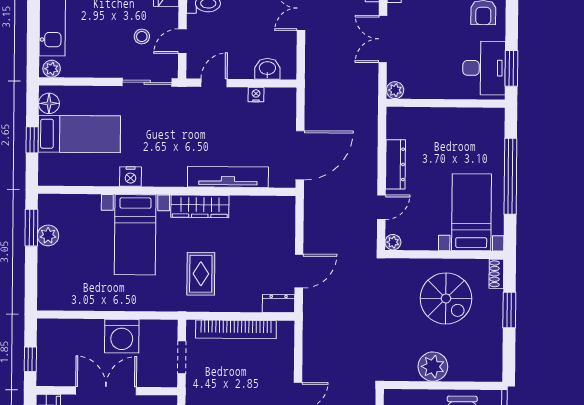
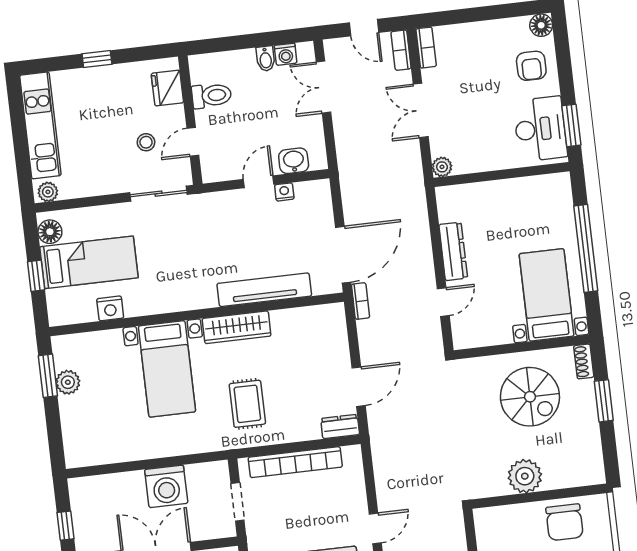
door: (214, 83) -> (259, 182), moved
nightstand: (130, 177) -> (110, 308), moved
bookcase: (310, 197) -> (361, 301), added
plant: (393, 242) -> (461, 340), removed

